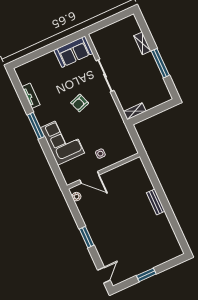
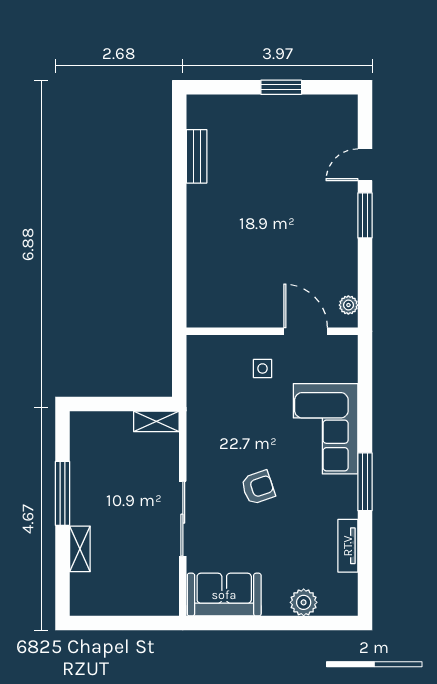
plant: (39, 64) -> (304, 602), added
bench: (156, 202) -> (197, 156), moved
door: (104, 275) -> (365, 165), moved

